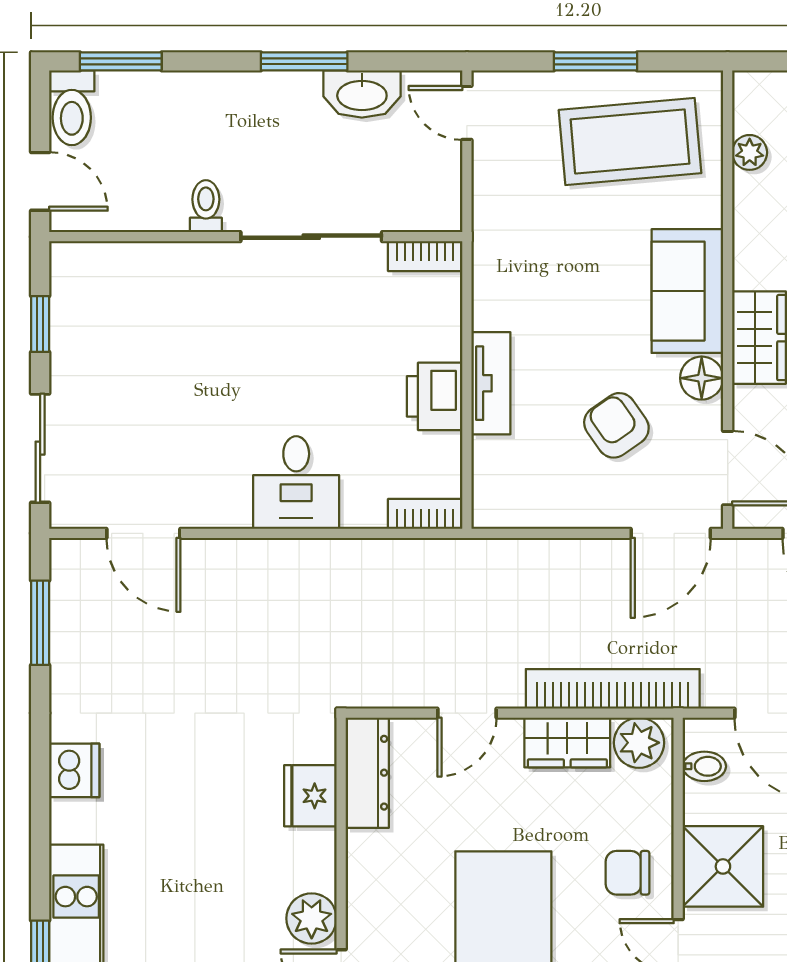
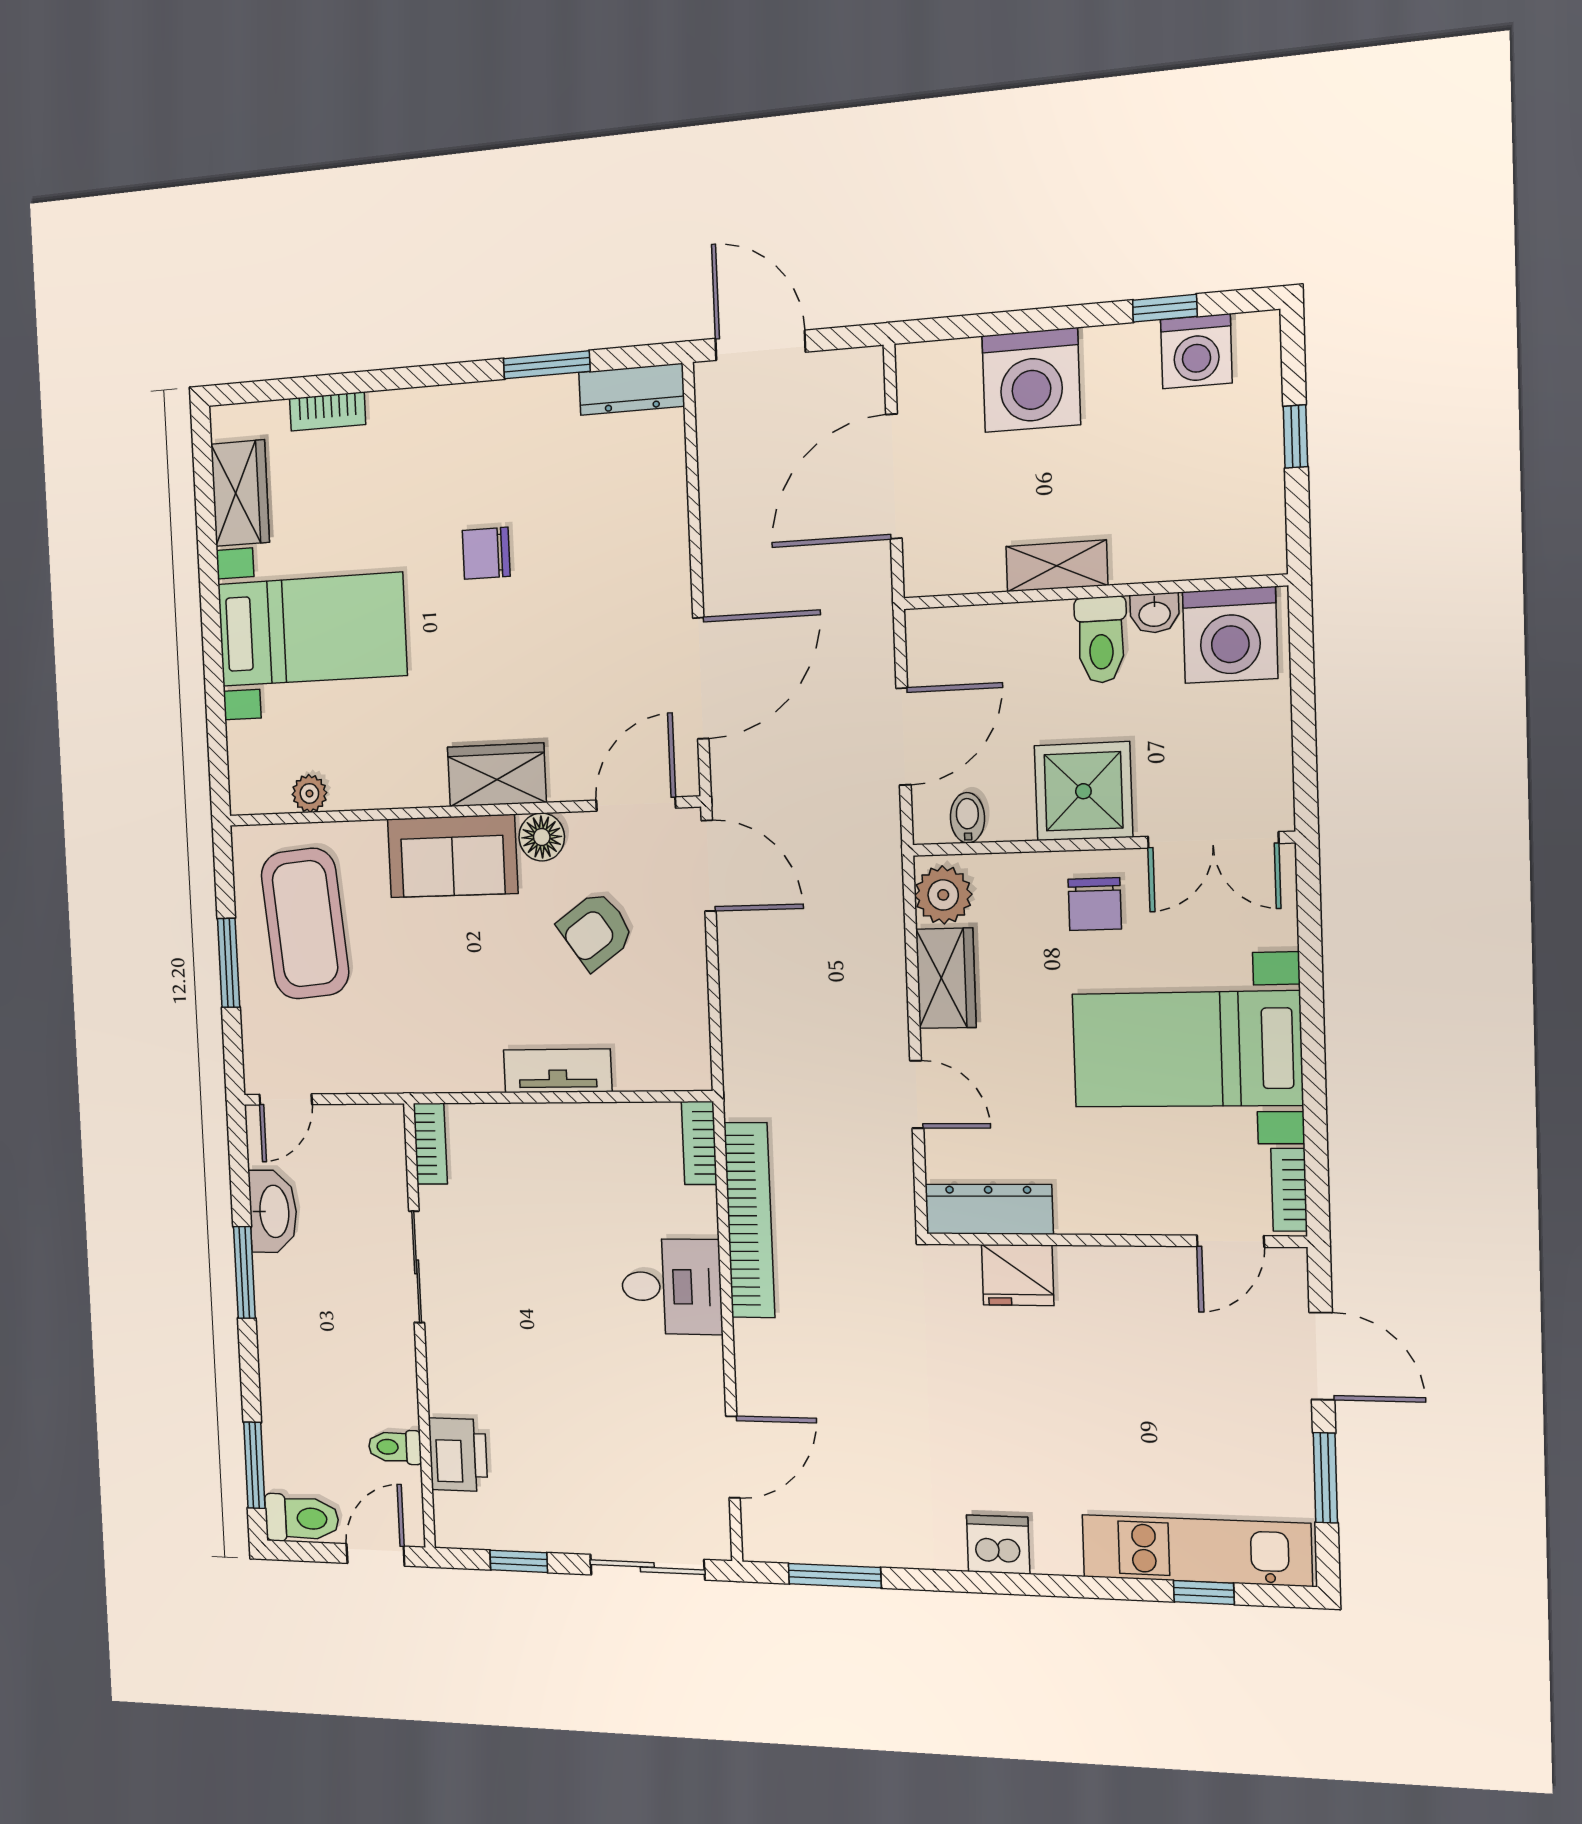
toilet: (206, 206) -> (395, 1447), moved
sliding door: (311, 237) -> (417, 1267), width x0.73
printer: (435, 396) -> (458, 1455), moved, turned -90
bookcase: (613, 689) -> (749, 1220), moved, turned 180
plant: (312, 918) -> (1161, 1275), removed

